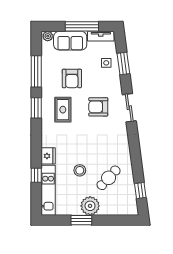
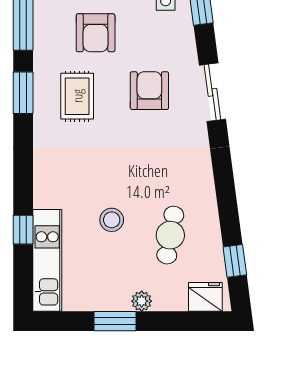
armchair: (98, 107) -> (149, 91), turned 90
fridge: (48, 156) -> (205, 297), moved, turned -90
cafe table: (109, 178) -> (170, 235), turned -33
plant: (90, 206) -> (142, 301), width x0.53, depth x0.53

